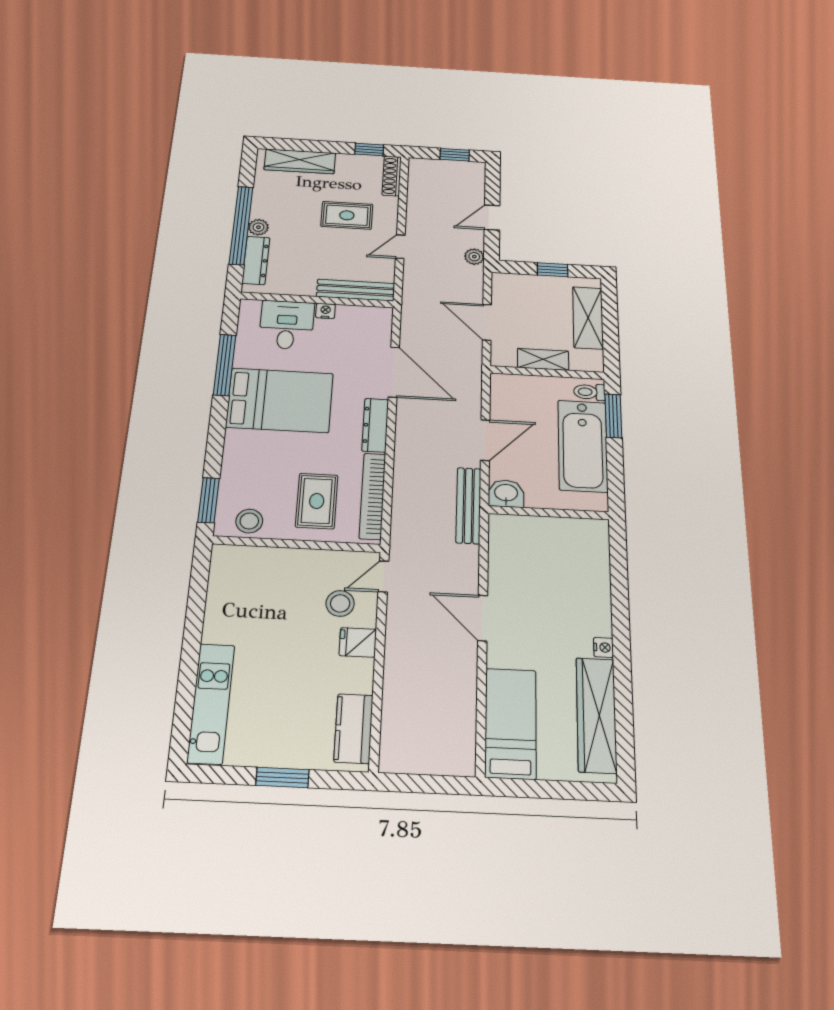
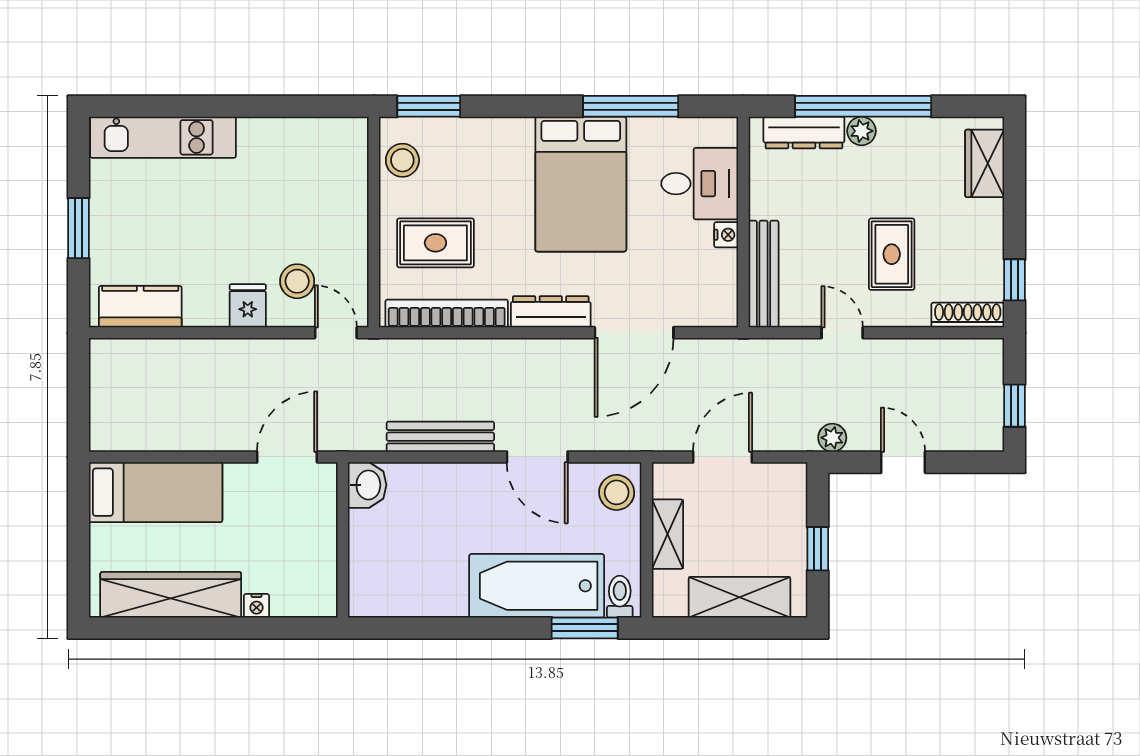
wardrobe: (300, 161) -> (985, 163), width x0.67
stool: (512, 390) -> (617, 492), added
washbasin: (506, 493) -> (367, 485), moved
wall: (549, 513) -> (343, 540), moved

